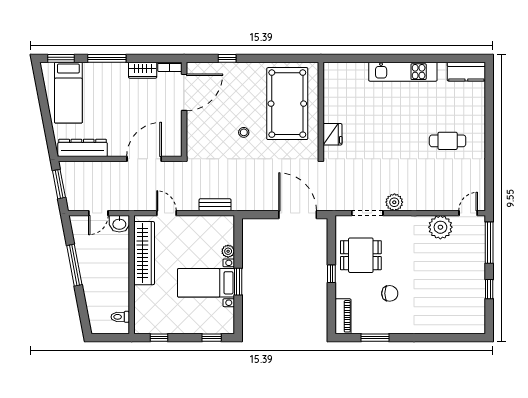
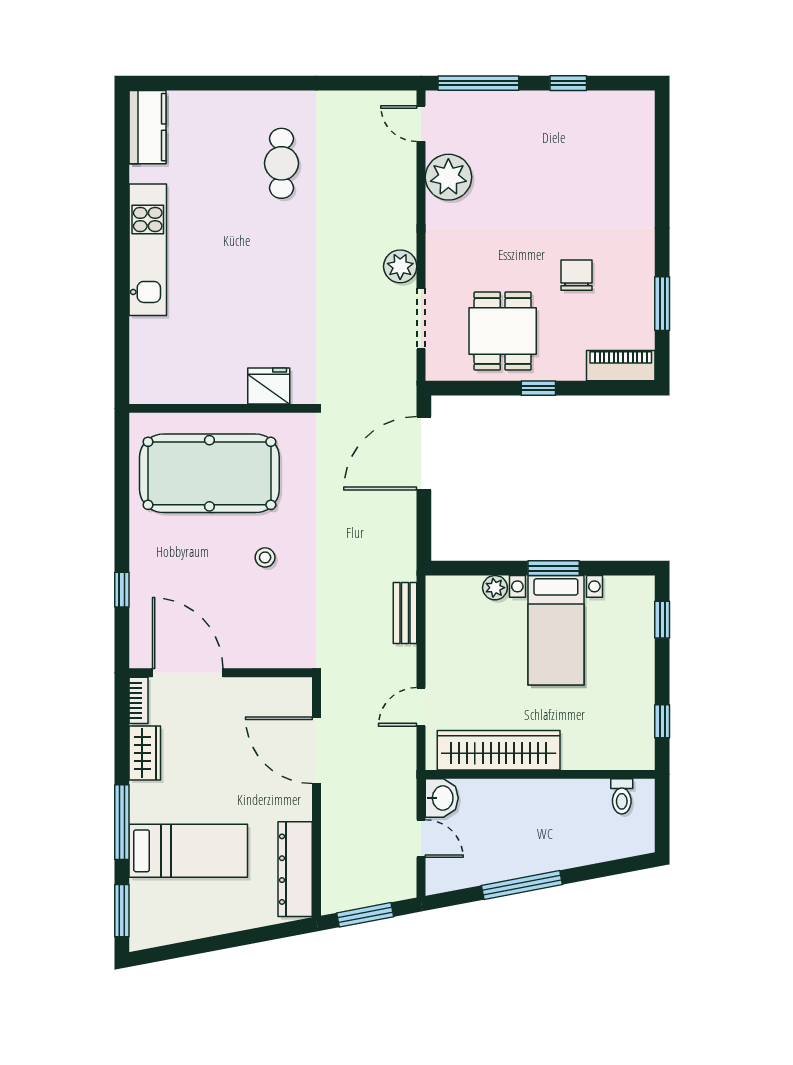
bed: (68, 93) -> (188, 851), moved

